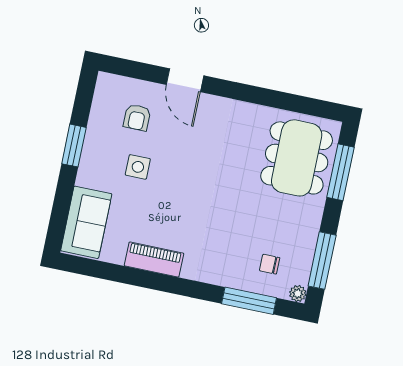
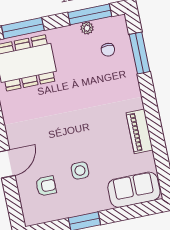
plant: (298, 294) -> (87, 28), moved

